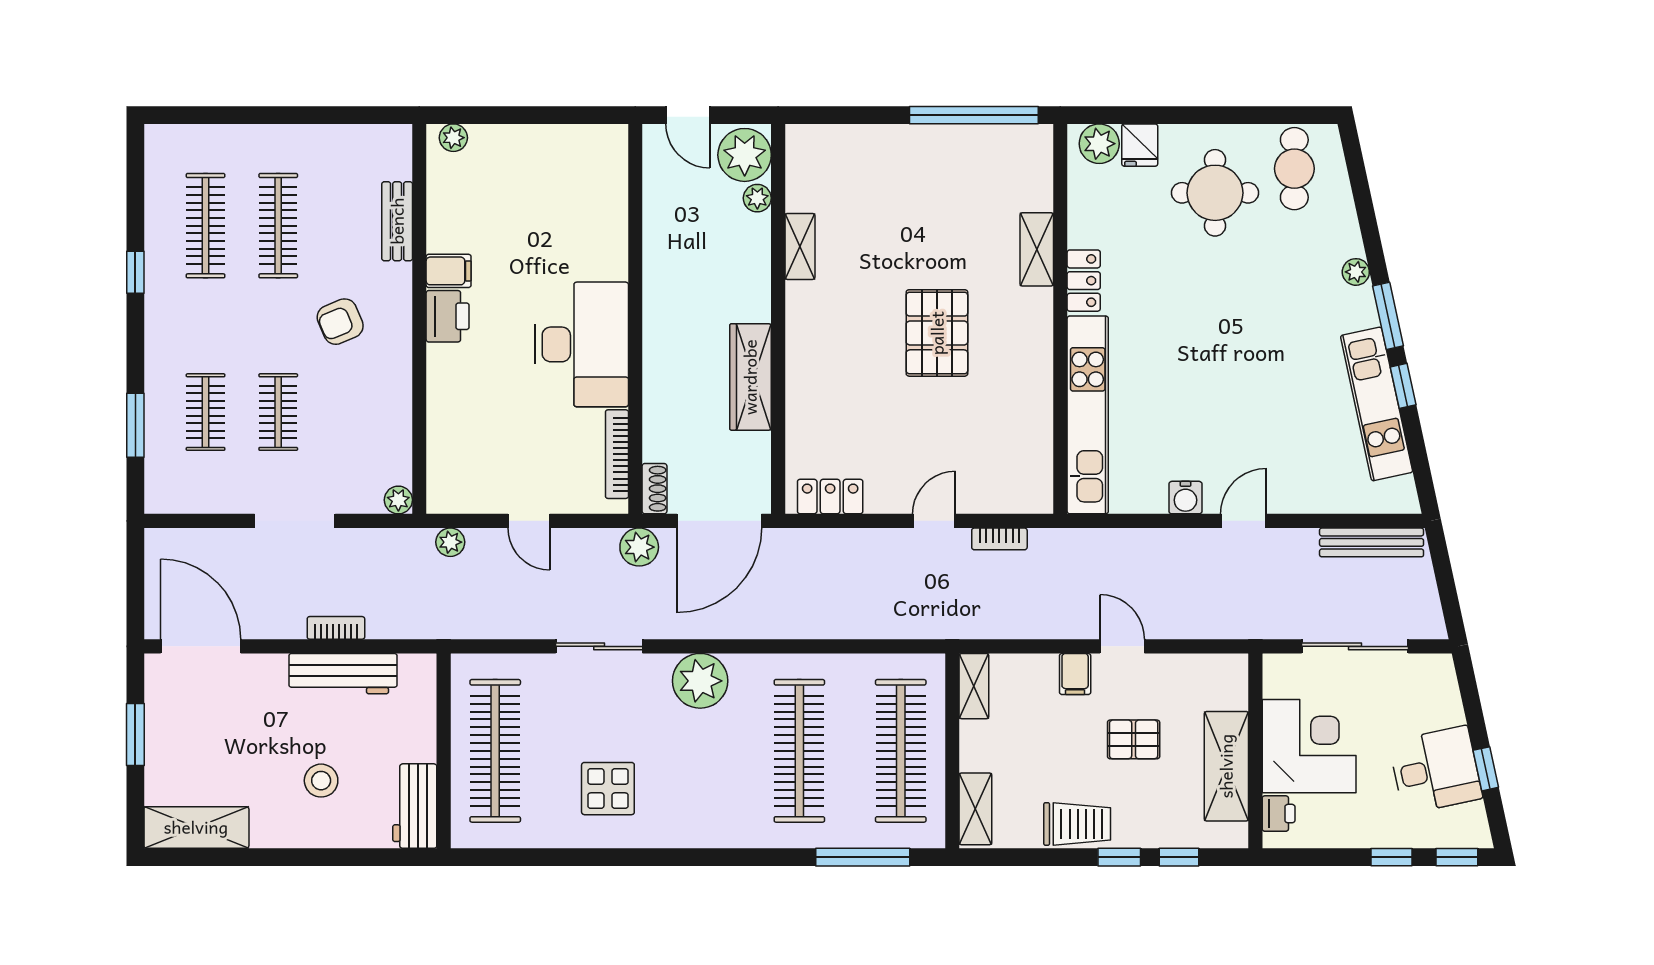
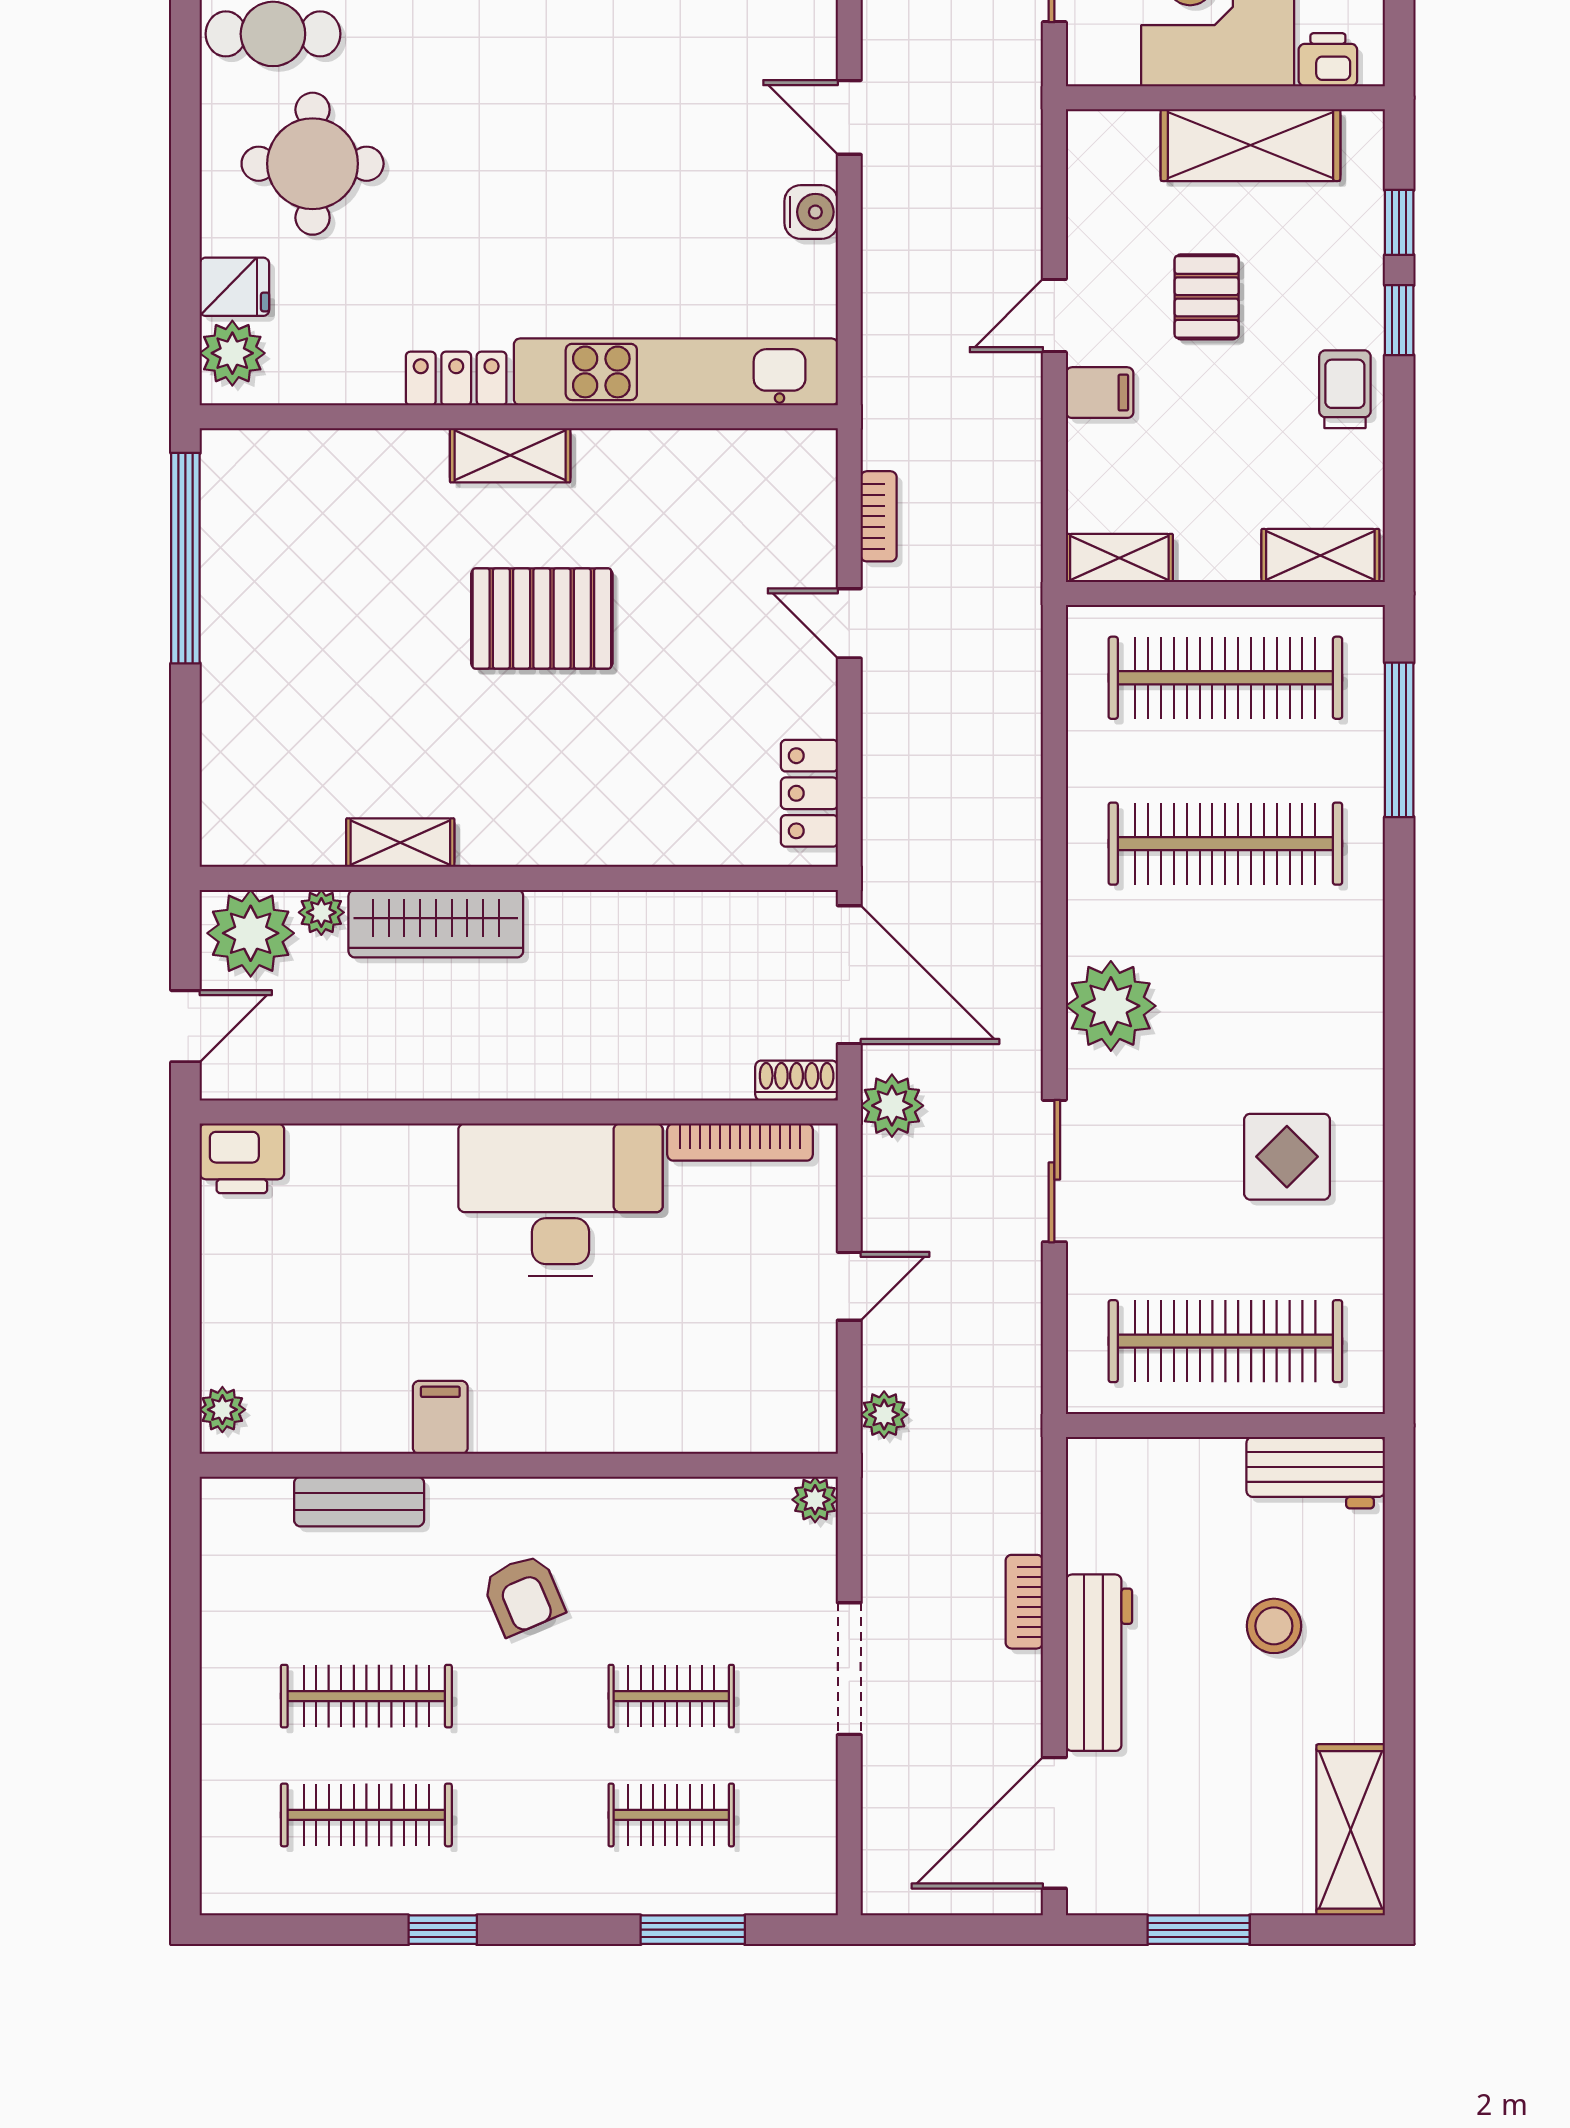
shelving: (1037, 249) -> (510, 455), moved
printer: (448, 316) -> (242, 1158), moved, turned 180
wardrobe: (750, 377) -> (436, 924), moved
workbench: (343, 674) -> (1099, 1663), moved
trolley: (1077, 824) -> (1345, 389), width x0.73, depth x0.72

